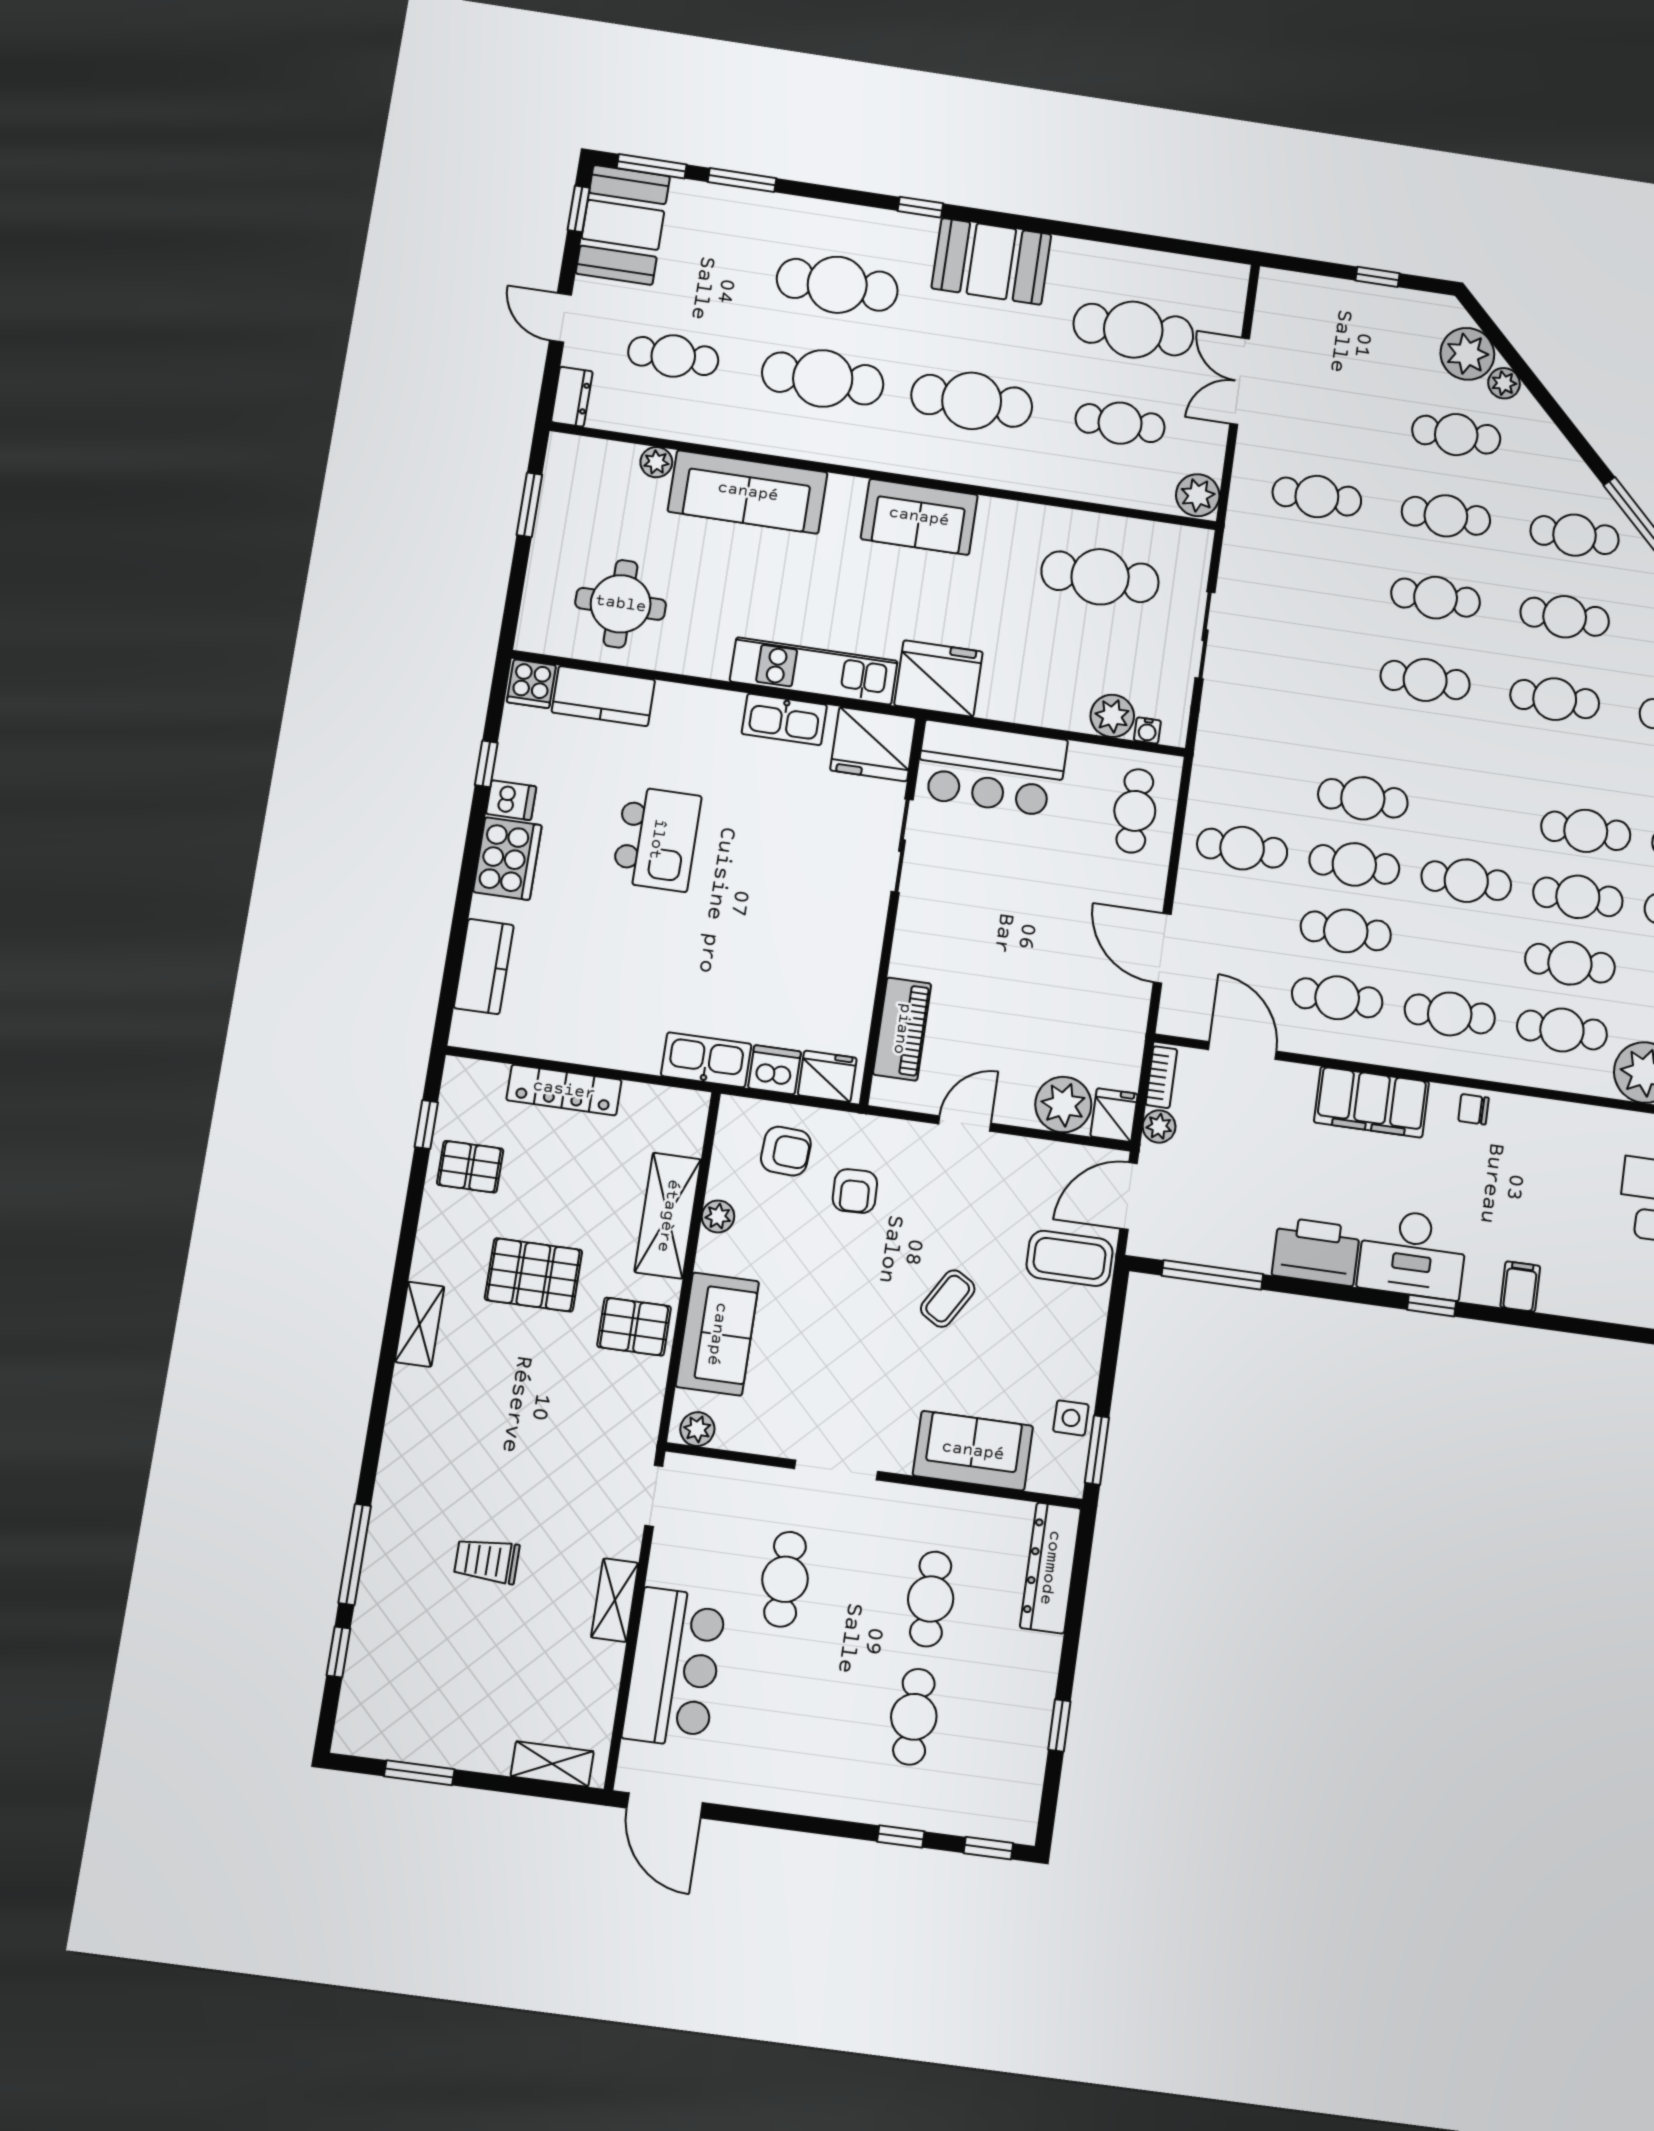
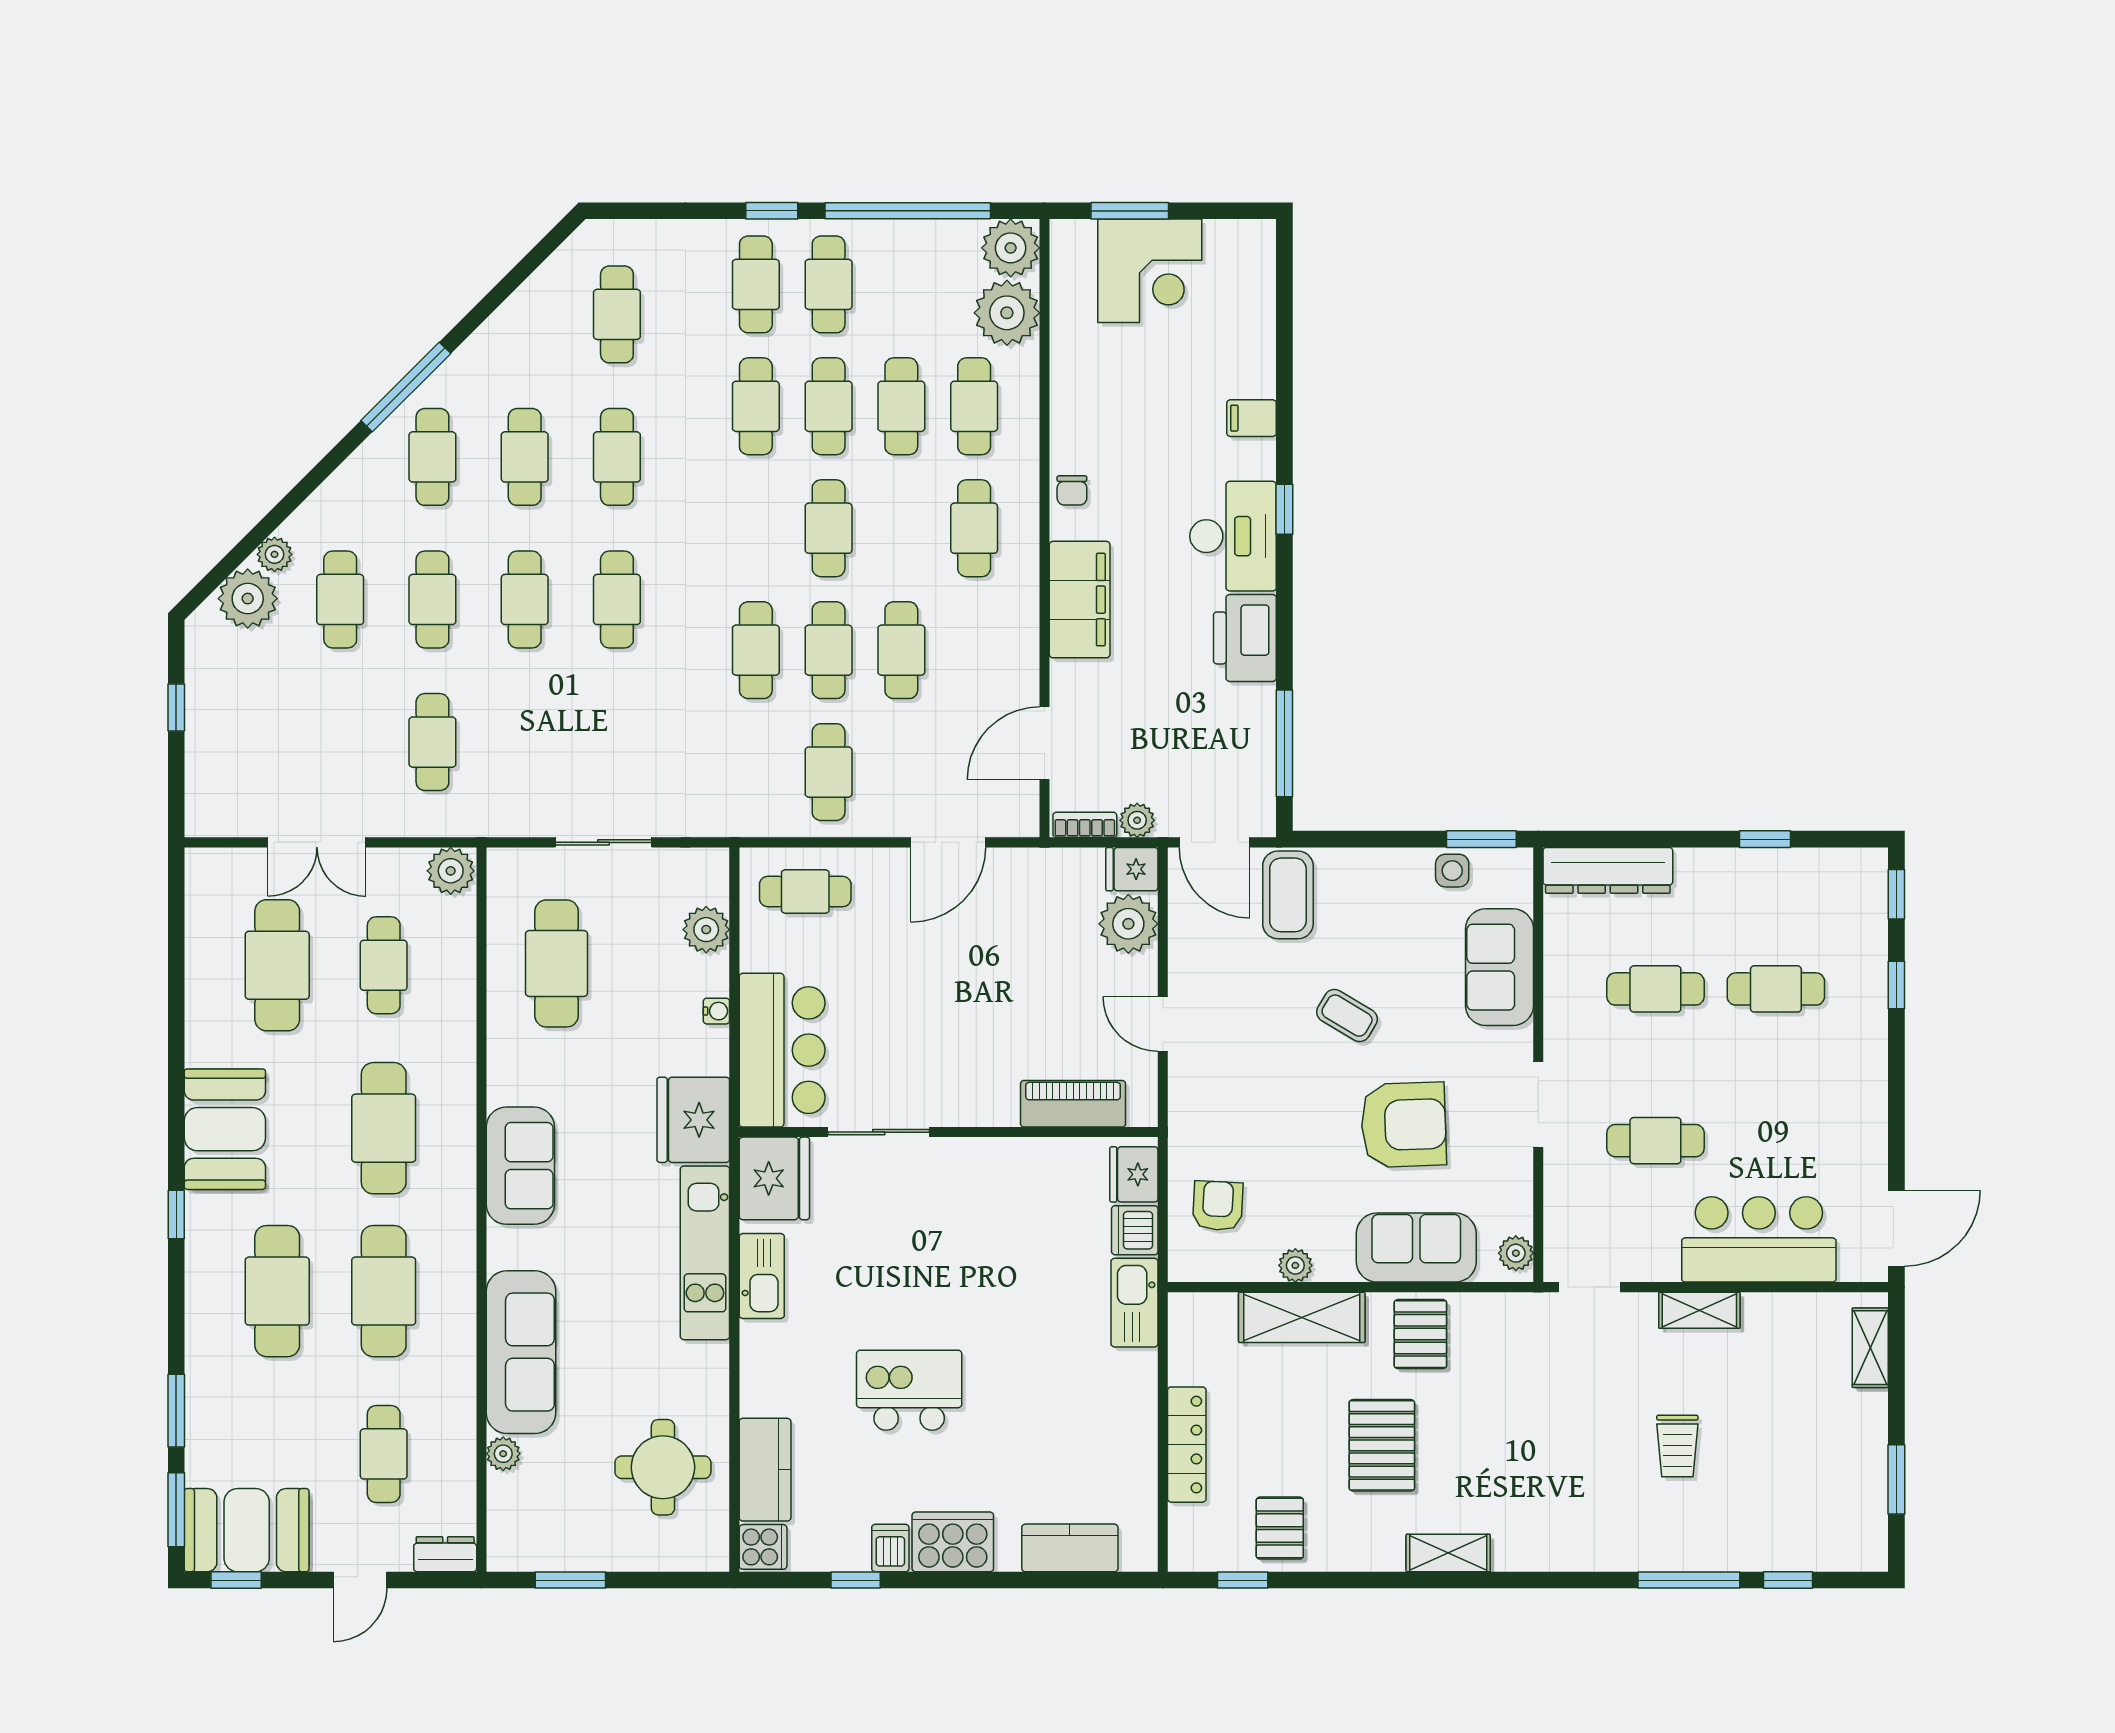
water cooler: (1147, 730) -> (716, 1011), moved
cafe table: (1337, 998) -> (974, 650), removed
armchair: (855, 1191) -> (1404, 1125), moved, width x1.88, depth x1.88

